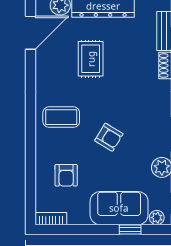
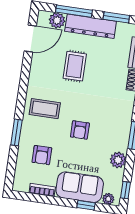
armchair: (109, 137) -> (80, 130), turned 59
window: (30, 152) -> (16, 132), added
bookcase: (51, 219) -> (42, 190), moved

